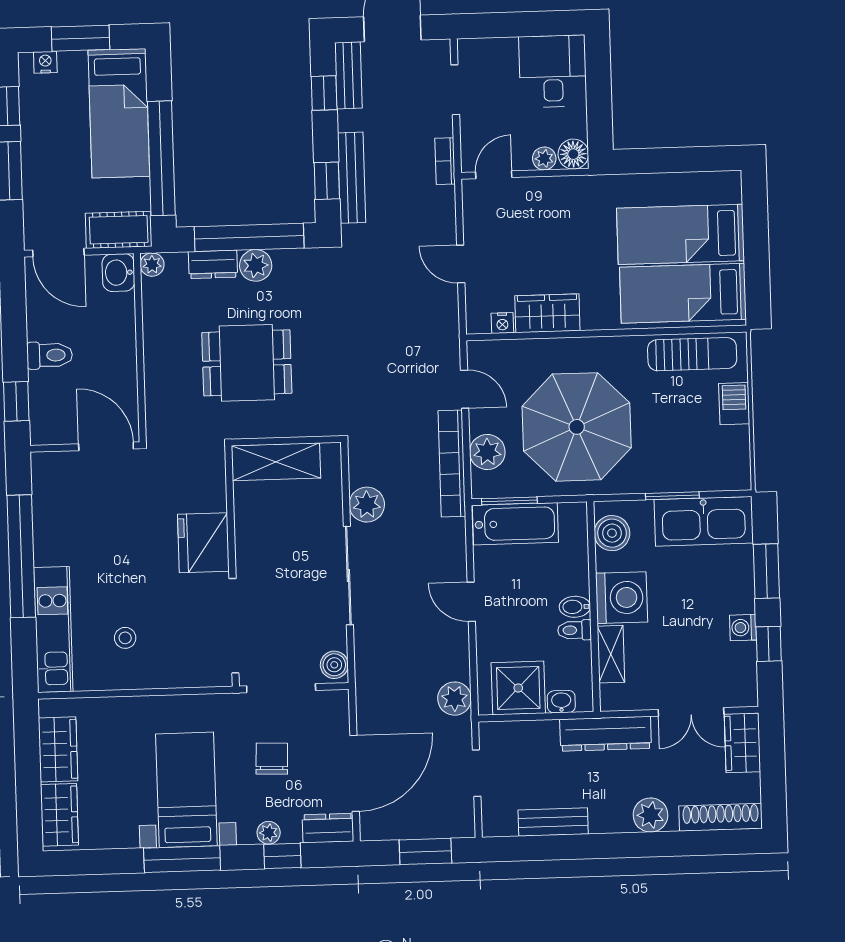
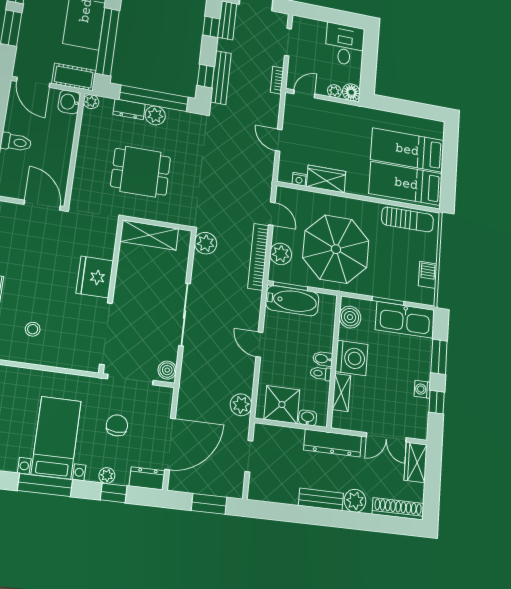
barbecue: (734, 404) -> (428, 275), moved
plant: (367, 505) -> (206, 243), moved
bench: (553, 822) -> (321, 499), moved

